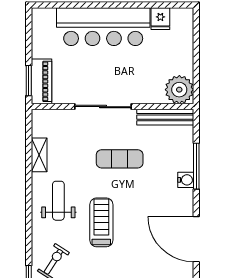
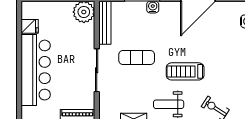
exercise mat: (120, 159) -> (137, 57), turned 90

